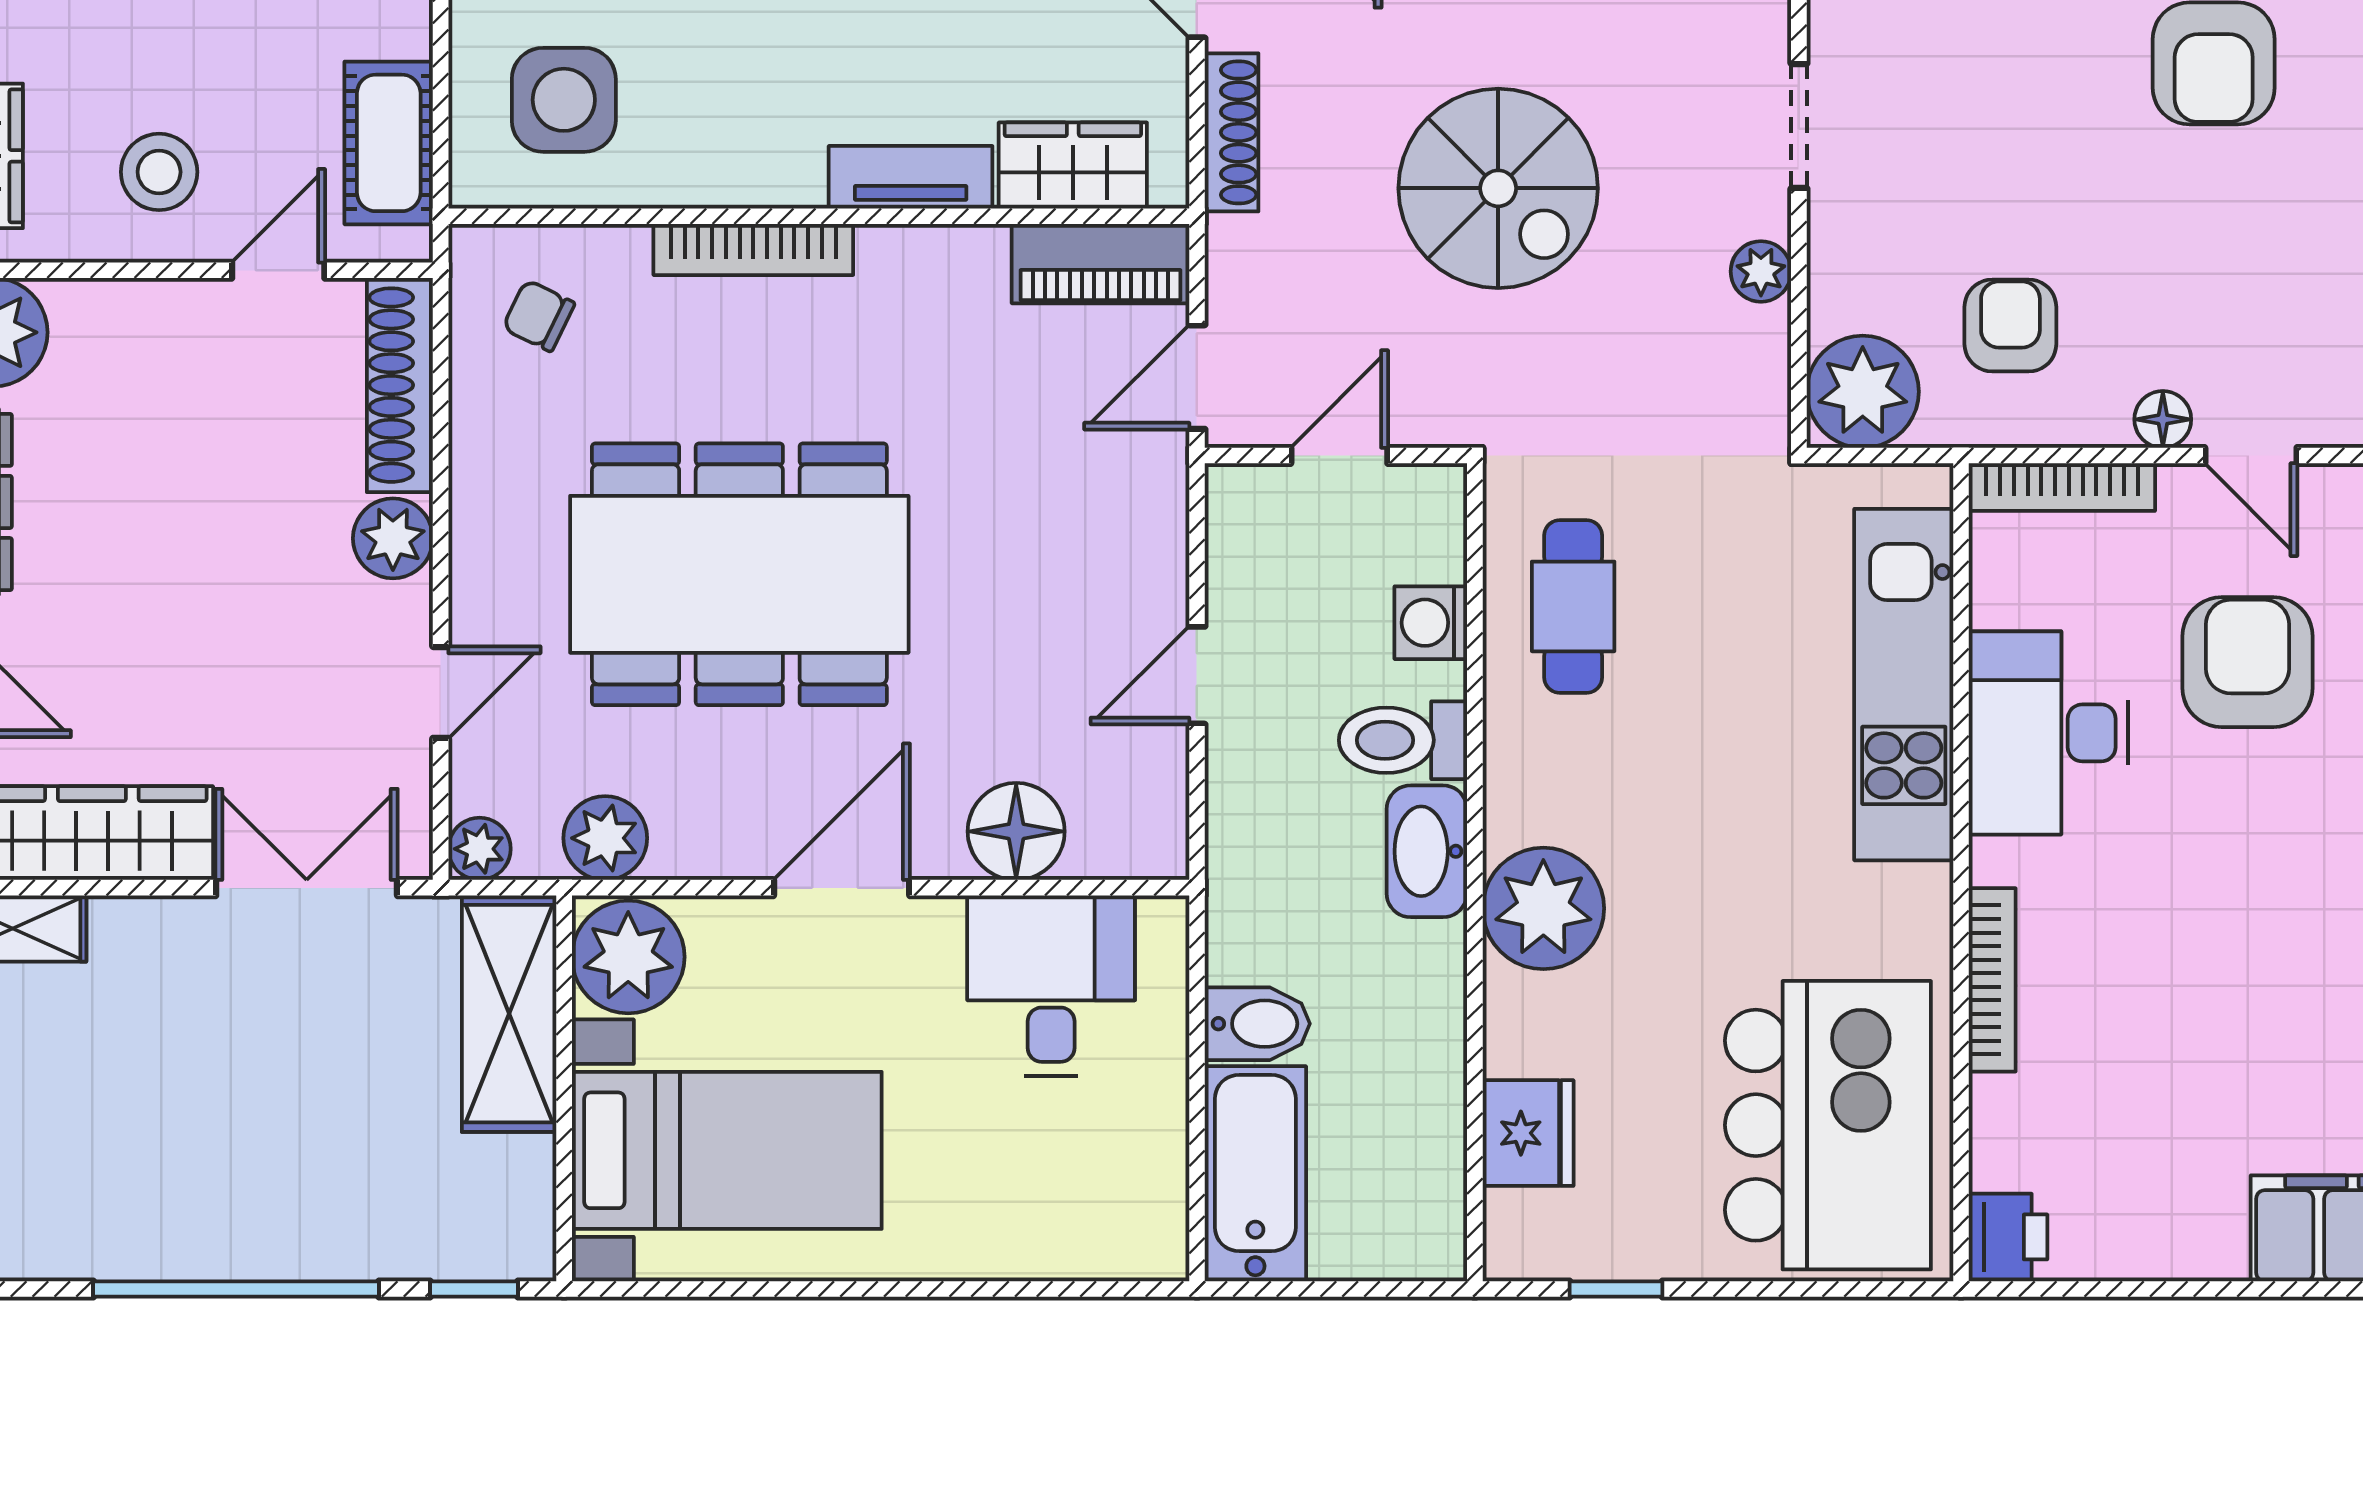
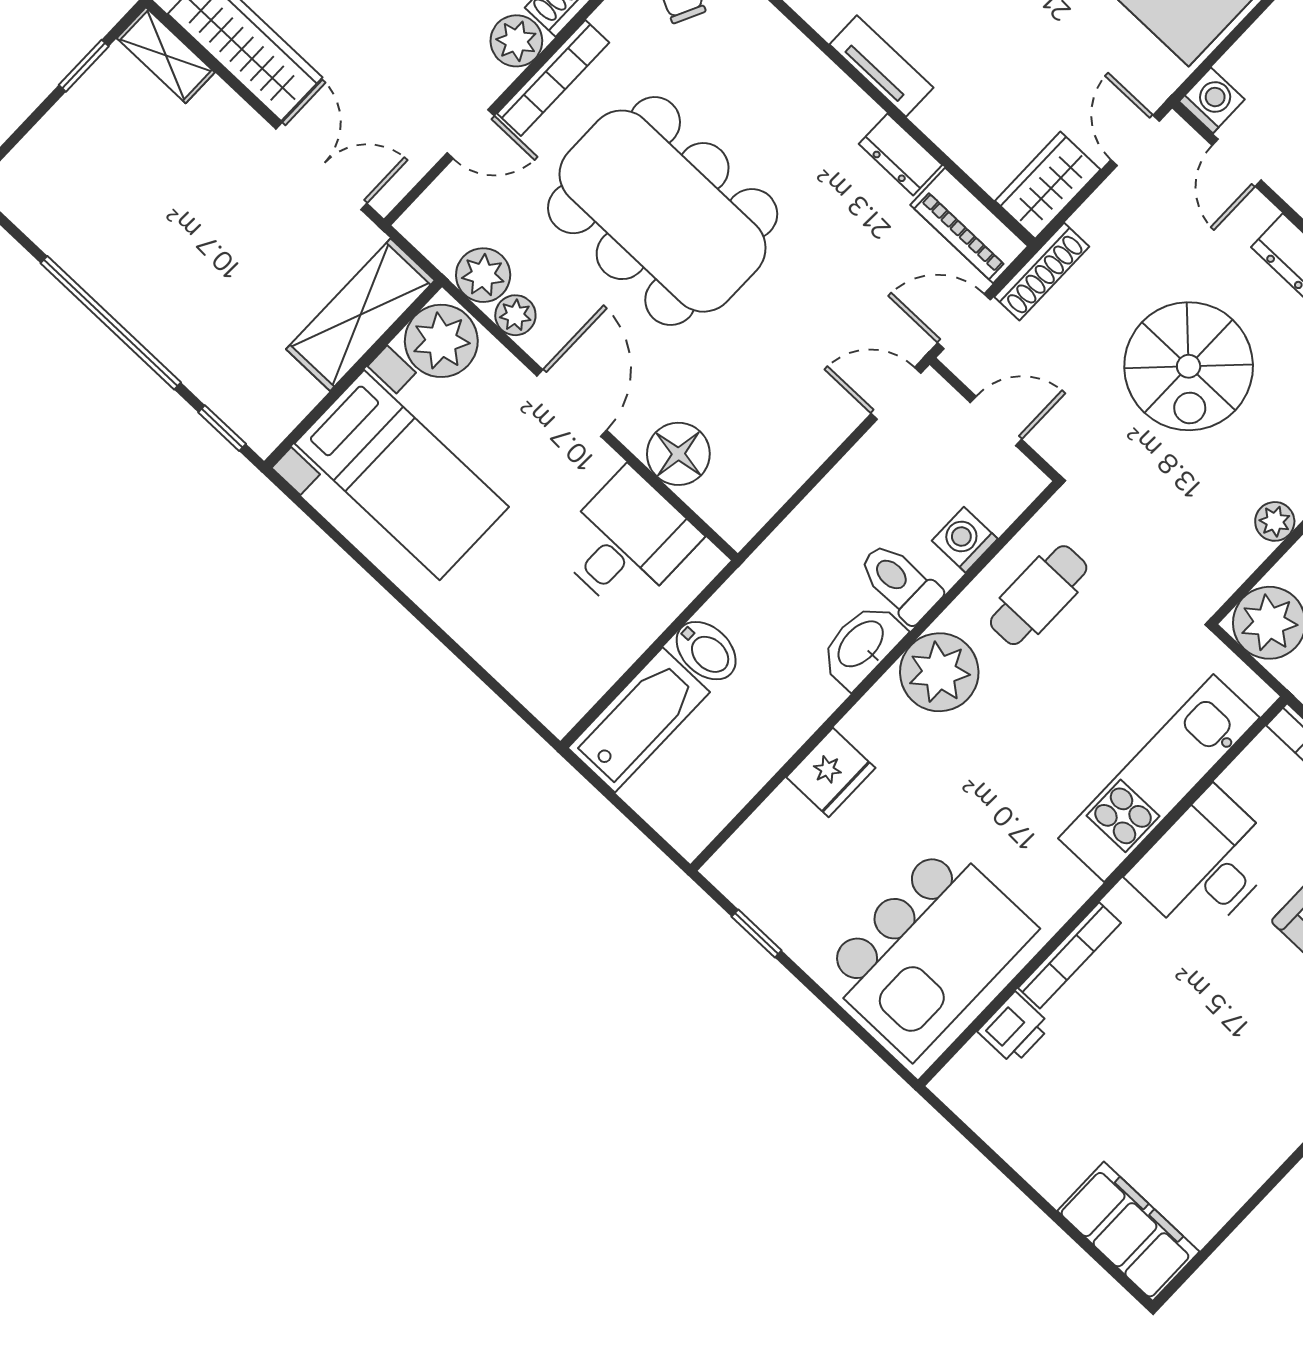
shoe rack: (1232, 132) -> (1042, 272), moved
wardrobe: (1073, 165) -> (1048, 185), moved, turned -90
tv unit: (911, 177) -> (881, 66), moved
bookcase: (753, 250) -> (553, 78), moved, turned -90
dresser: (947, 257) -> (900, 154), added
door: (1197, 675) -> (896, 393), moved
plant: (480, 849) -> (515, 315), moved
door: (842, 888) -> (572, 403), hinge flipped
plant: (1543, 908) -> (939, 672), moved
fridge: (1528, 1133) -> (831, 773), moved
printer: (2008, 1237) -> (1014, 1028), moved

